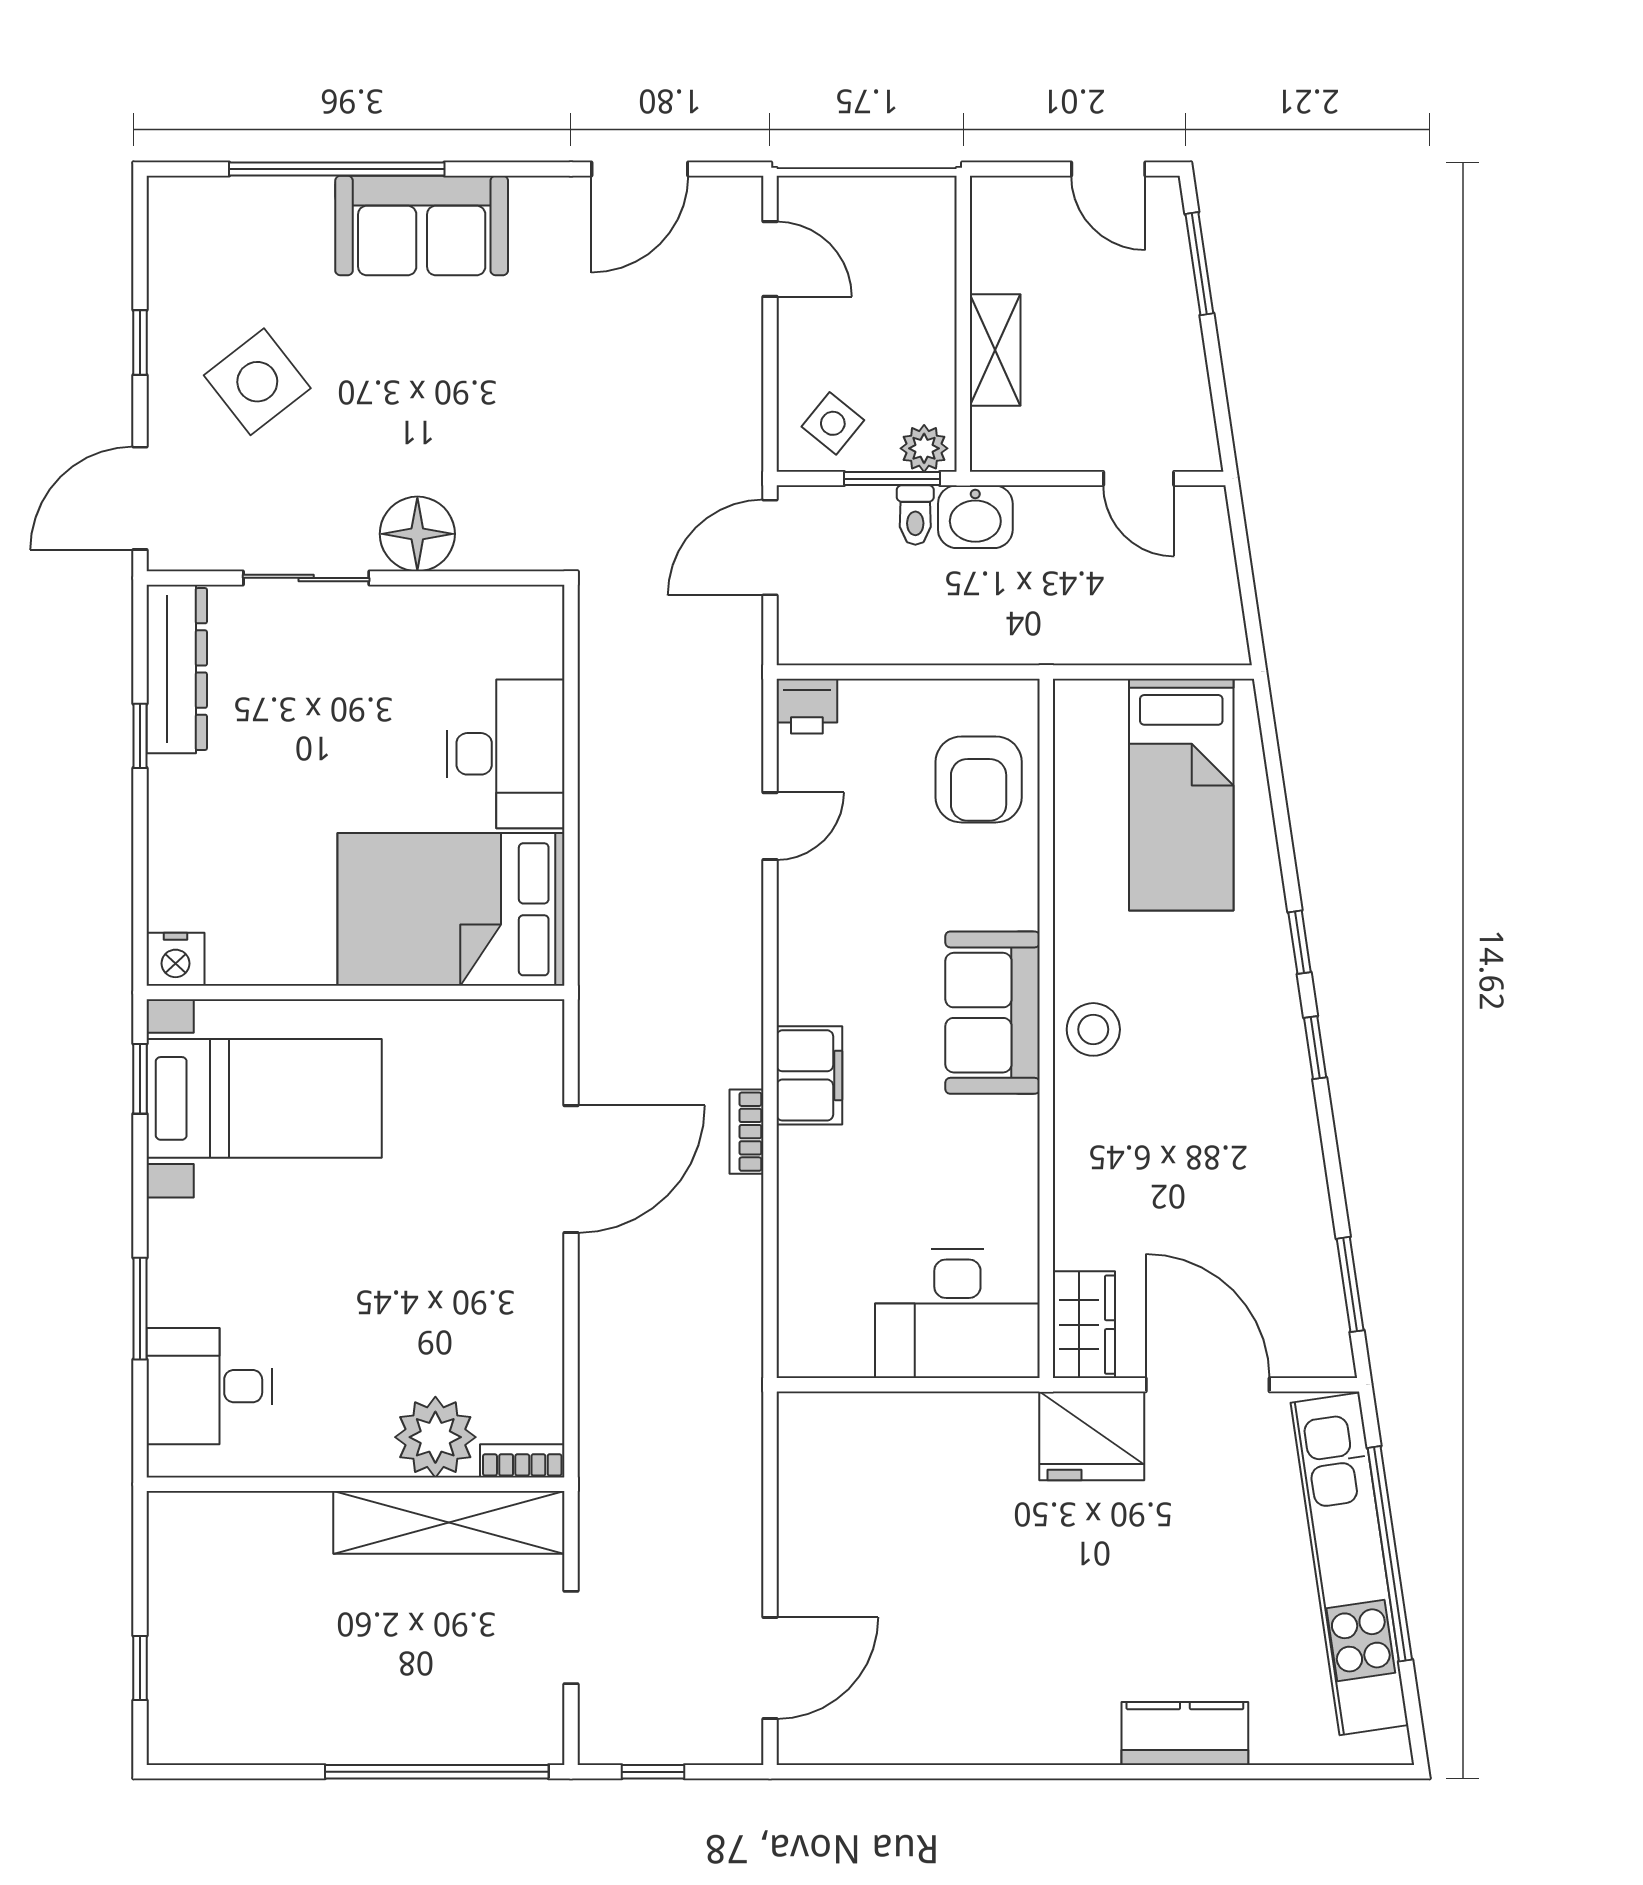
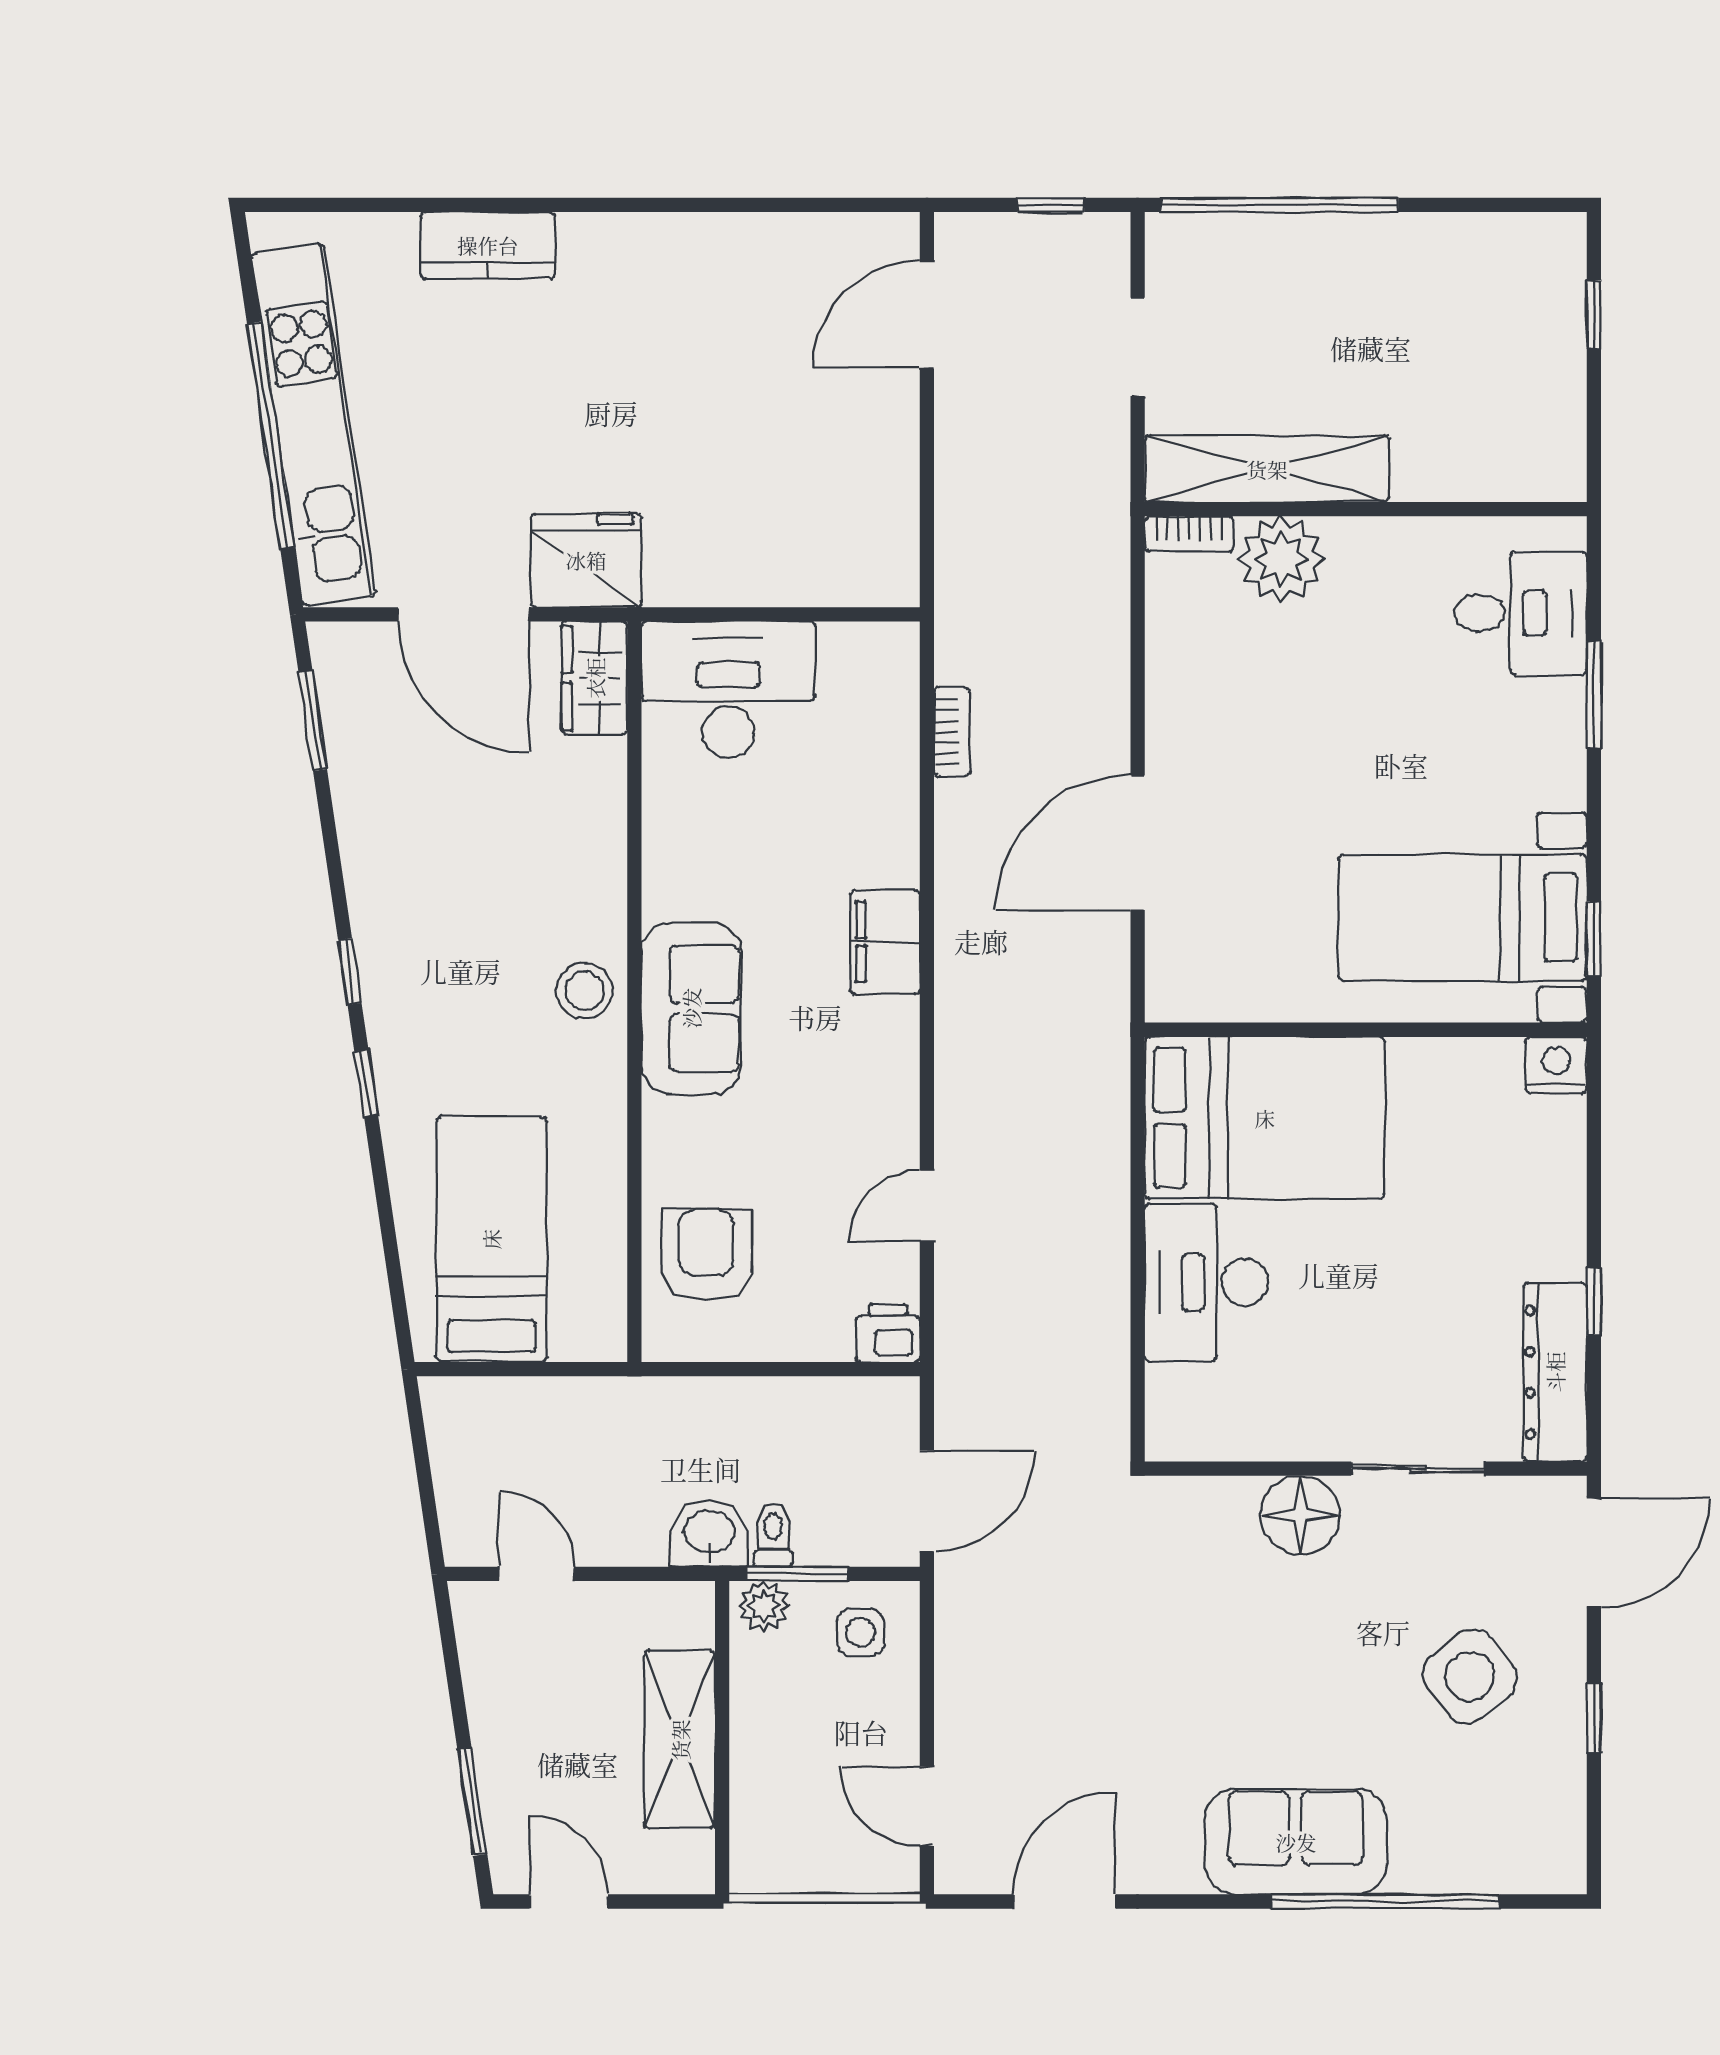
shelving: (995, 350) -> (680, 1740), width x1.50, depth x1.33
side table: (833, 423) -> (860, 1632), turned -38
bookcase: (746, 1132) -> (952, 732), moved

